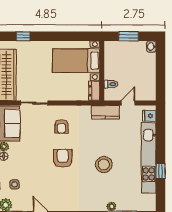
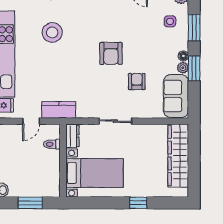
window: (23, 36) -> (138, 203), moved
sliding door: (34, 103) -> (115, 121), moved
armchair: (61, 126) -> (137, 81), moved
stool: (104, 165) -> (52, 32), moved

